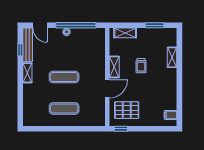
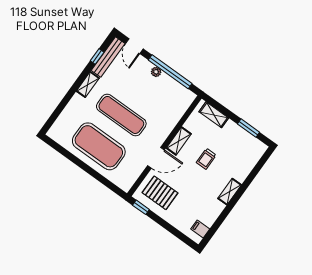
shelving: (172, 57) -> (230, 192), moved
exercise mat: (64, 77) -> (121, 115), width x1.36, depth x1.45
exercise mat: (64, 108) -> (99, 146), width x2.00, depth x1.45

